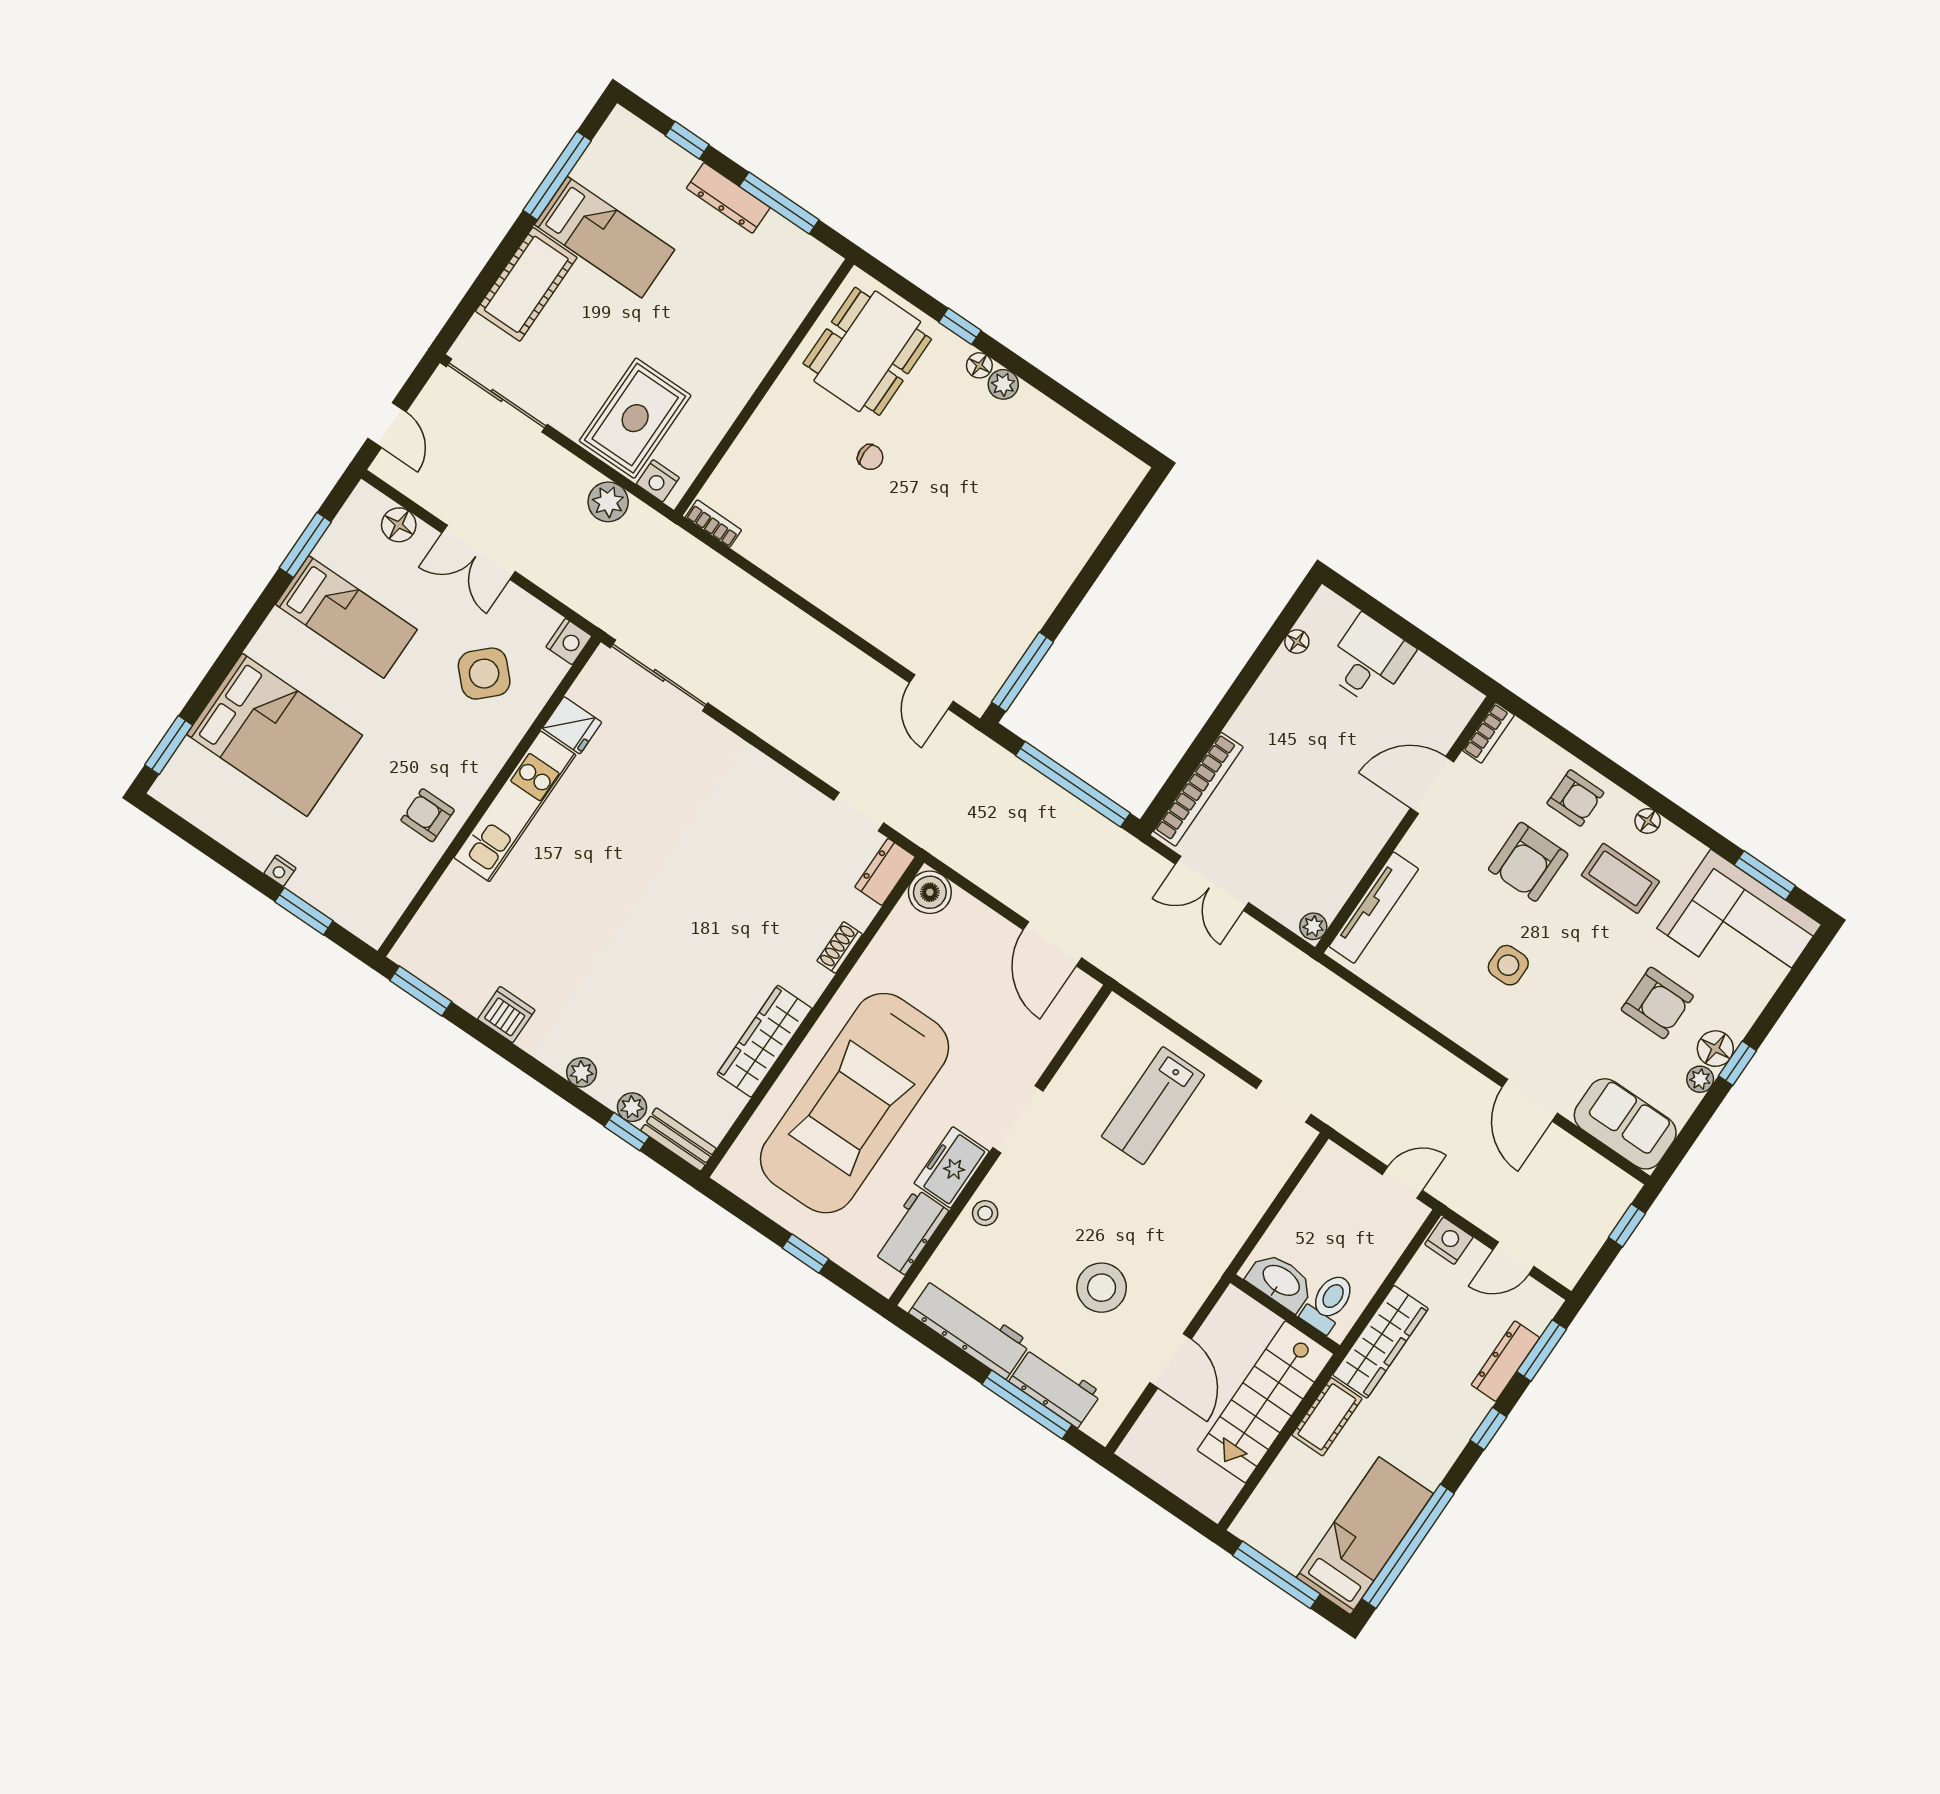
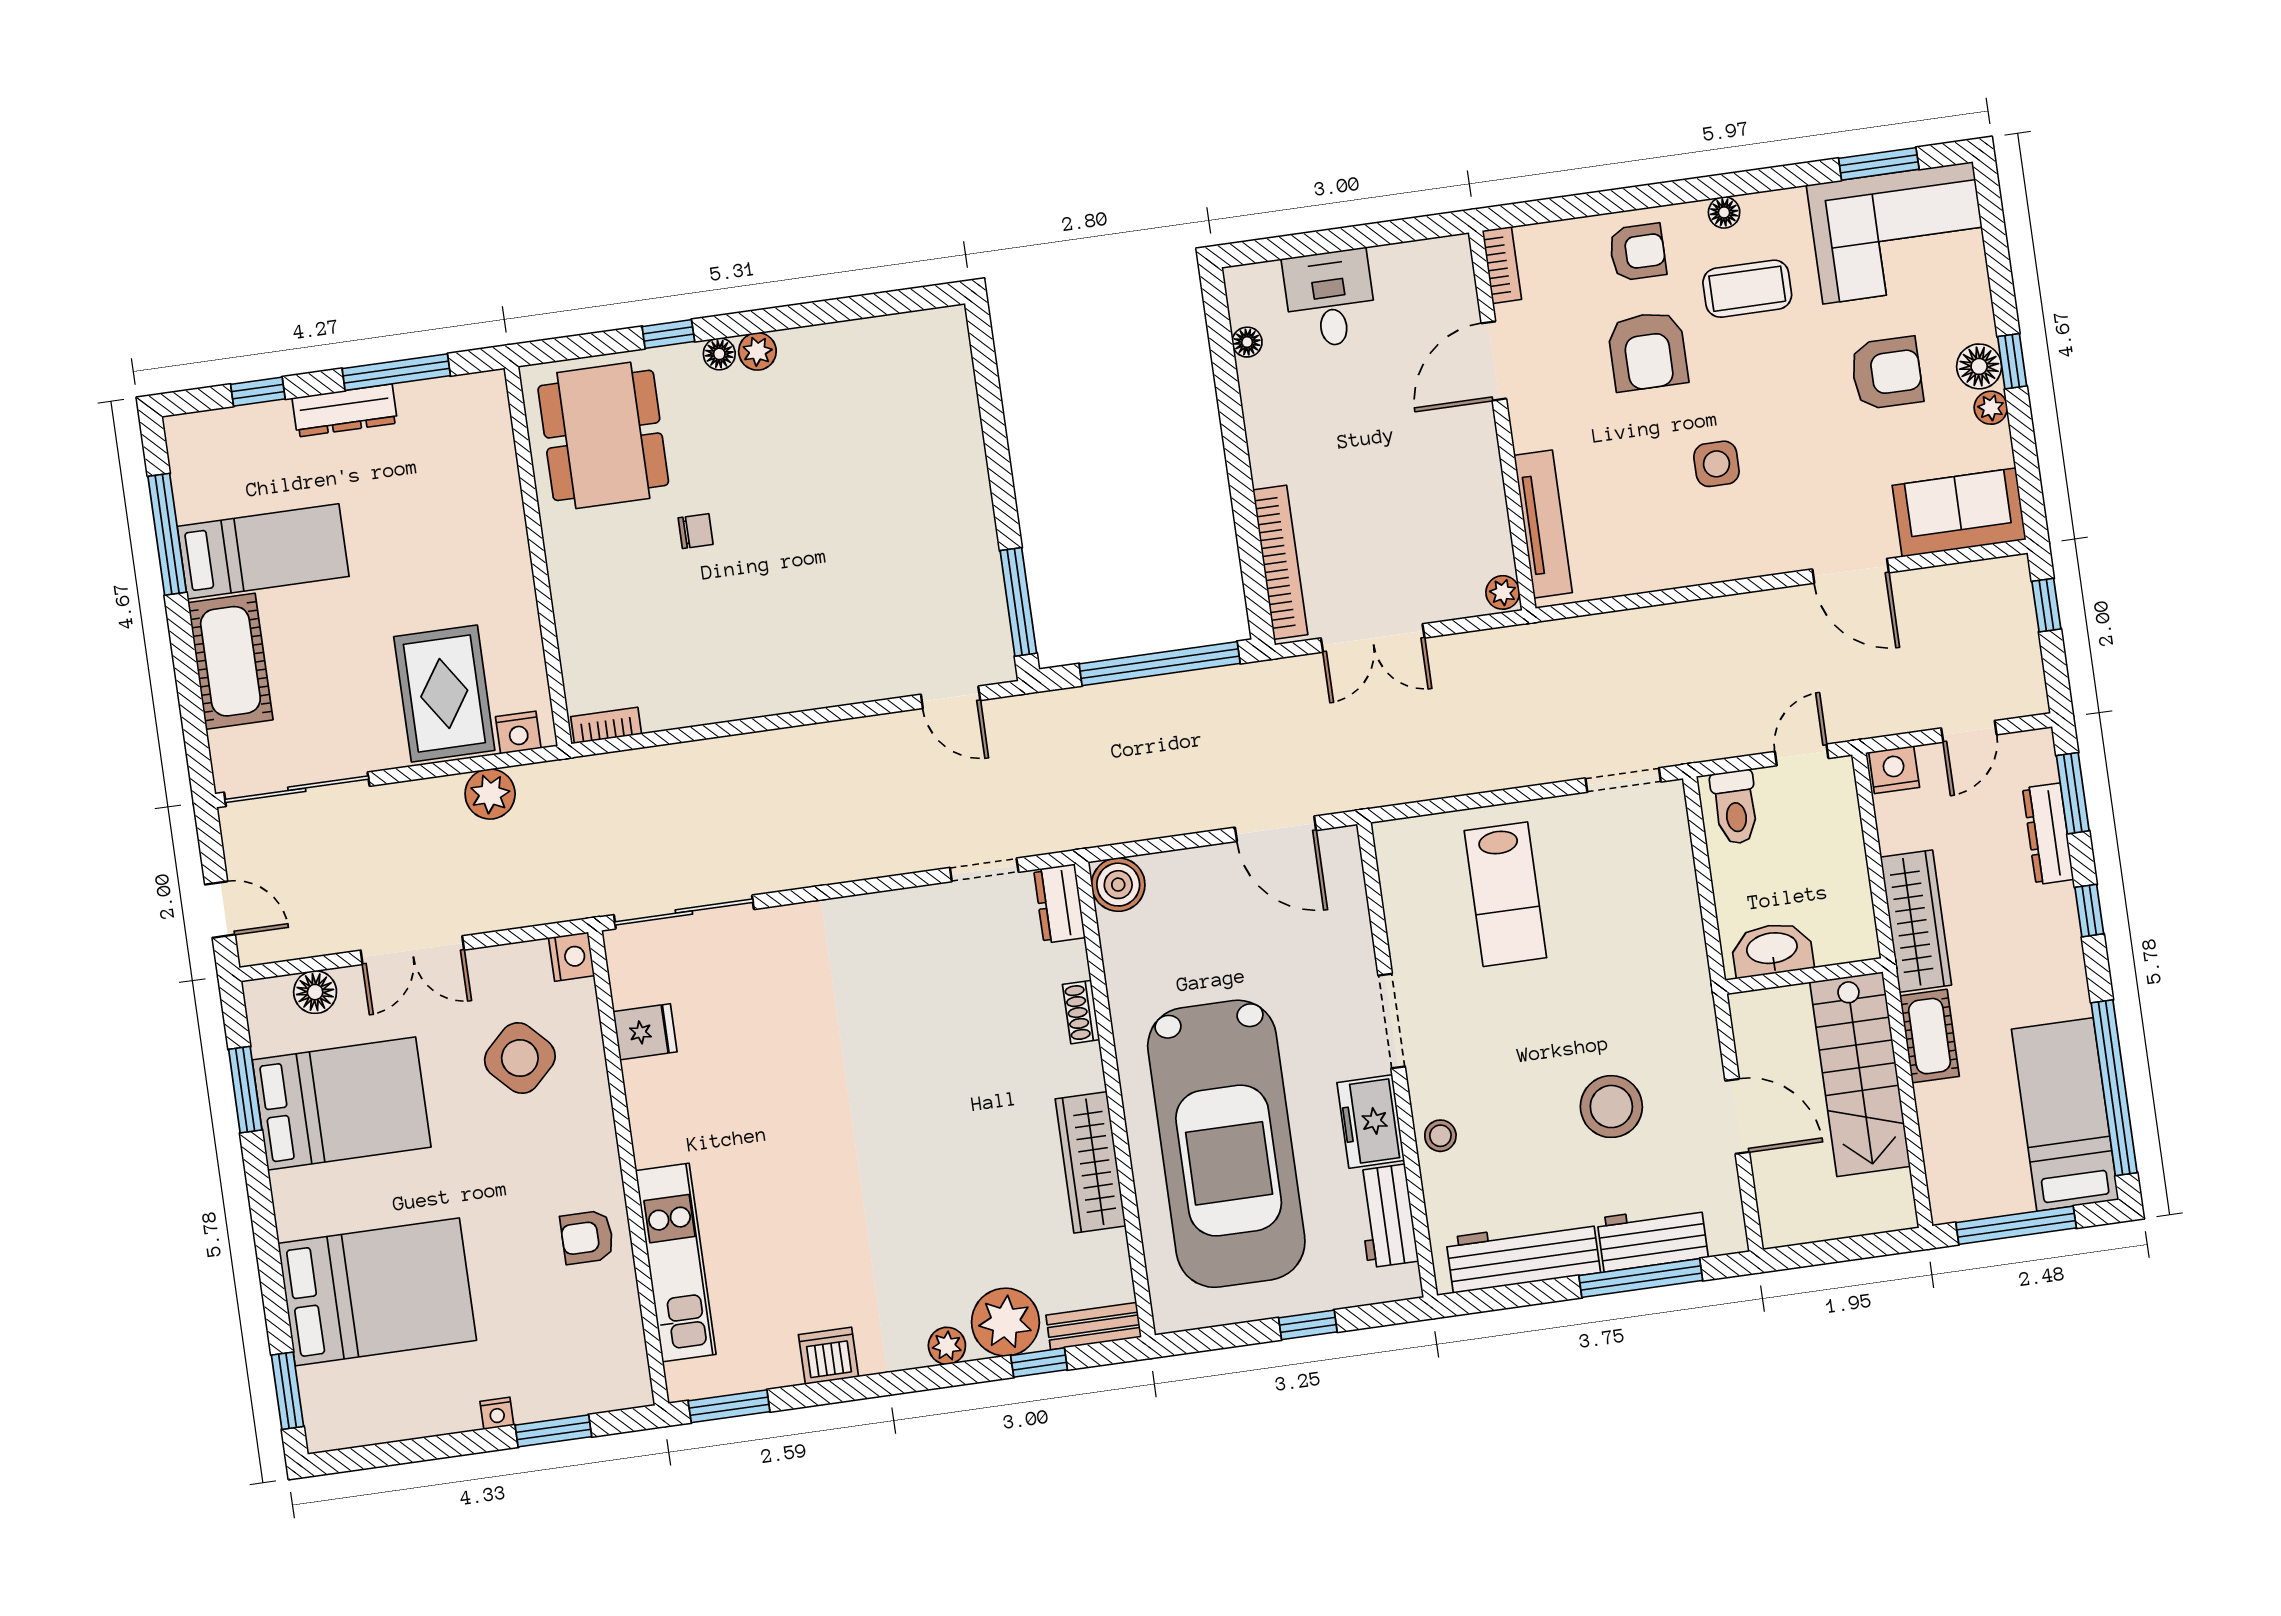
bed: (346, 617) -> (342, 1103), width x1.50
kitchen unit: (515, 806) -> (676, 1263), moved
plant: (632, 1107) -> (1005, 1322), width x1.88, depth x1.88
toilet: (1329, 1303) -> (1735, 807), moved, turned 180

